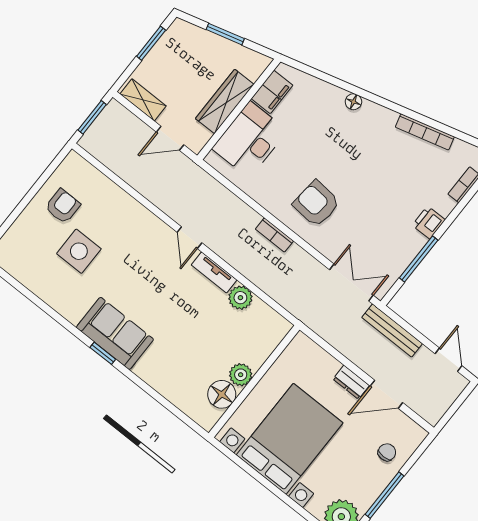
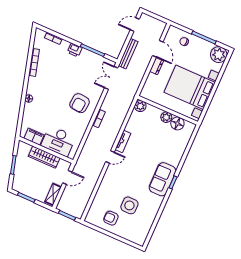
door: (170, 138) -> (67, 177), hinge flipped
plant: (240, 298) -> (140, 106), moved

